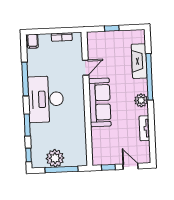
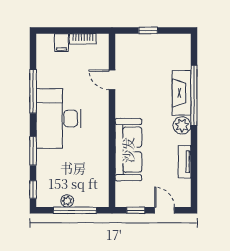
filing cabinet: (33, 41) -> (62, 43), moved
fireplace: (139, 61) -> (182, 93), moved
door: (86, 68) -> (112, 80), swing flipped
sofa: (100, 102) -> (128, 150), moved
plant: (55, 158) -> (67, 201), width x0.53, depth x0.53

